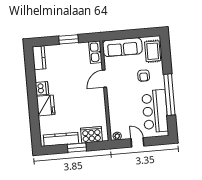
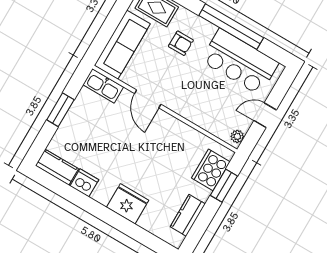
dishwasher: (42, 88) -> (84, 183), moved
kitchen counter: (61, 139) -> (188, 215), width x0.67
window: (77, 148) -> (224, 186), moved

